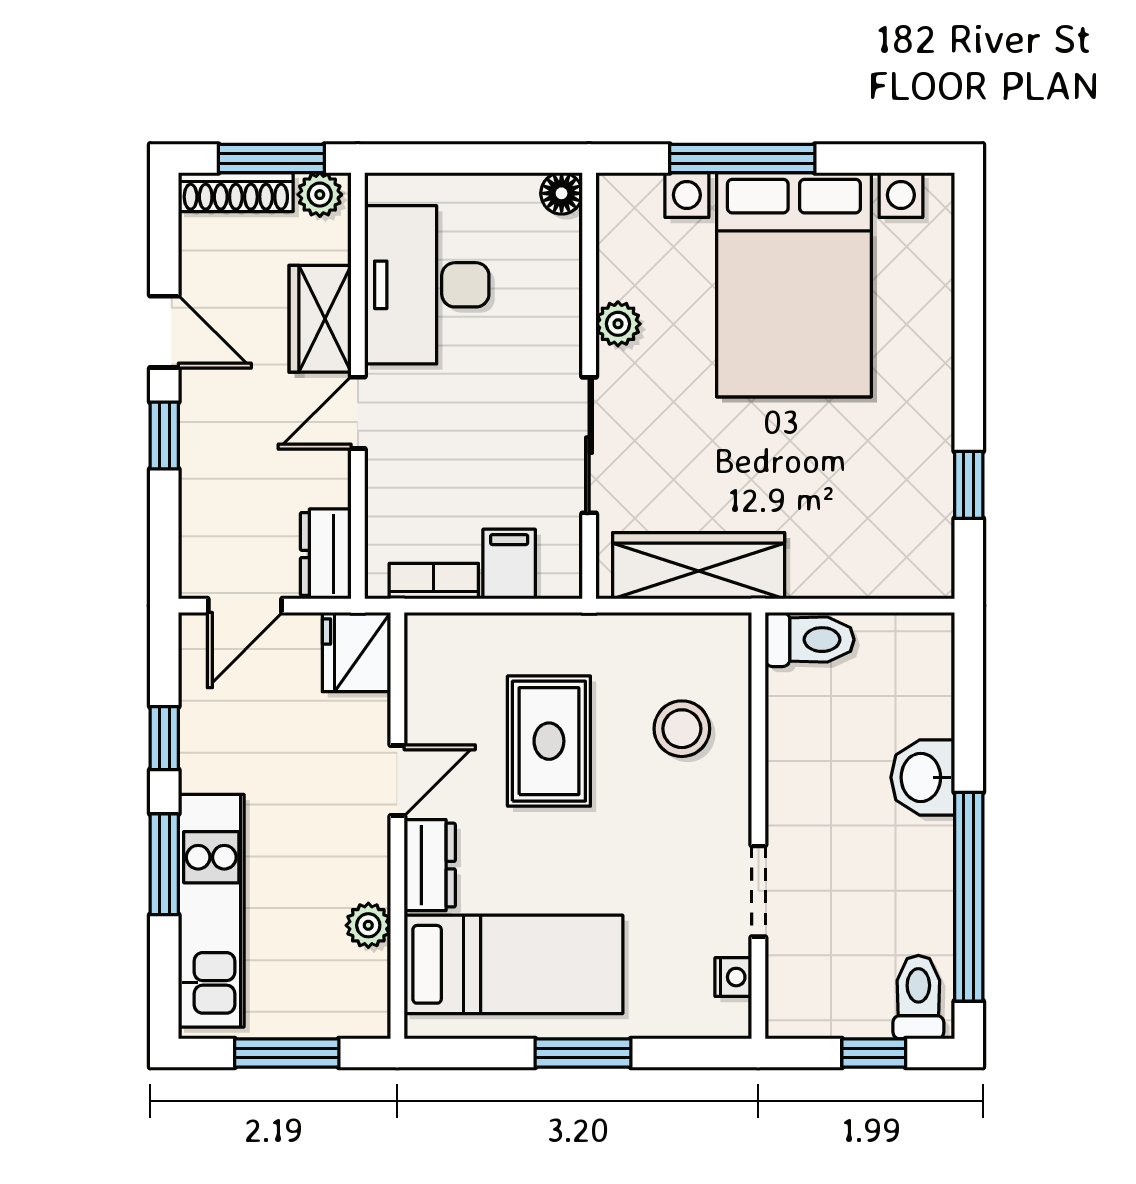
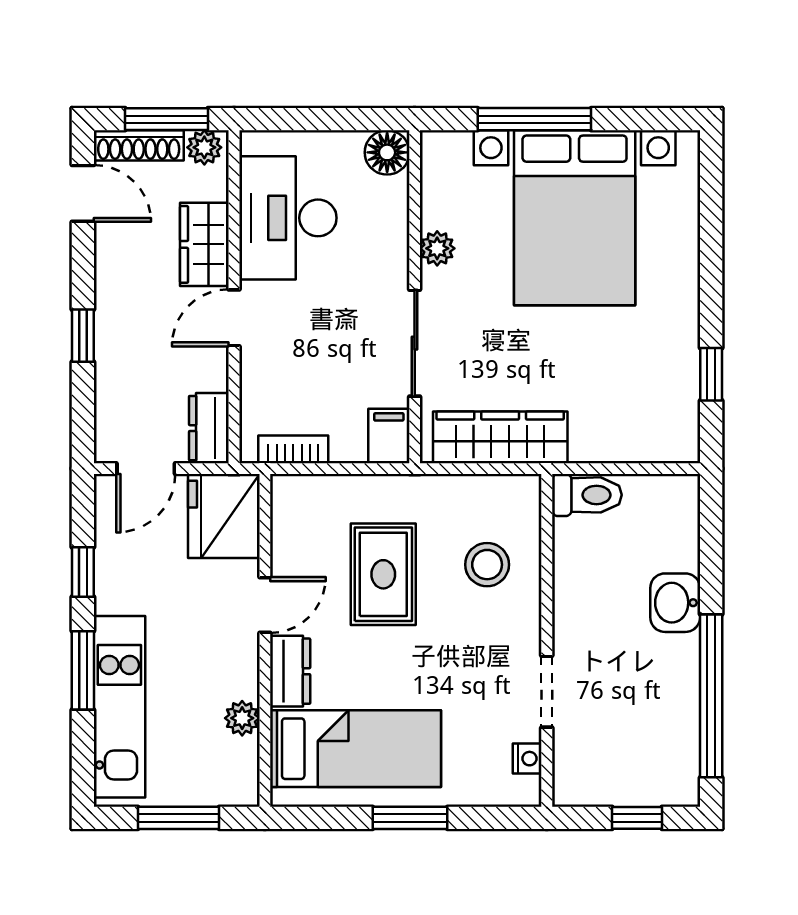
floor lamp: (562, 193) -> (387, 152), width x1.37, depth x1.37
door: (164, 332) -> (83, 193), moved
filing cabinet: (509, 564) -> (389, 436), moved
fridge: (356, 652) -> (224, 516), width x1.36, depth x1.34
toilet: (918, 997) -> (672, 774), removed

